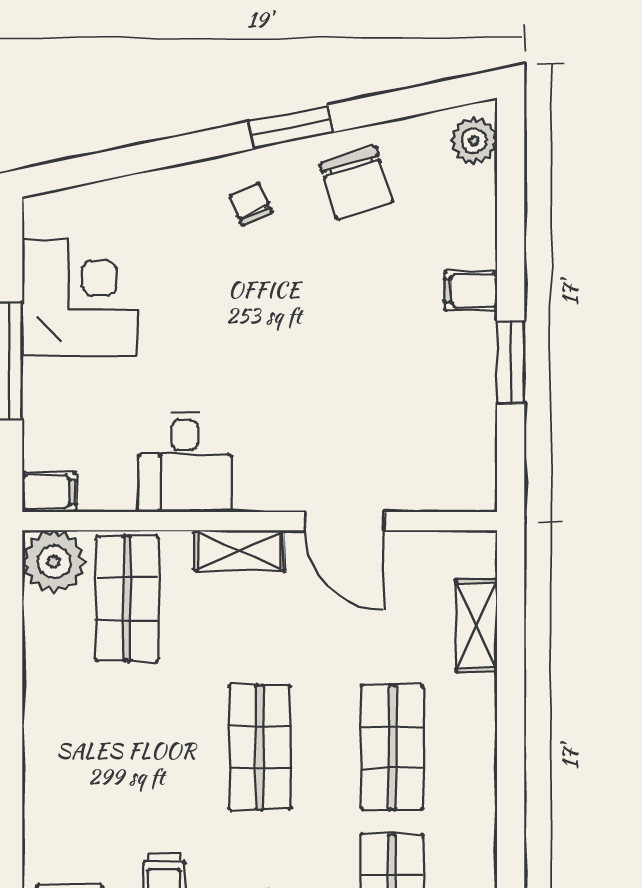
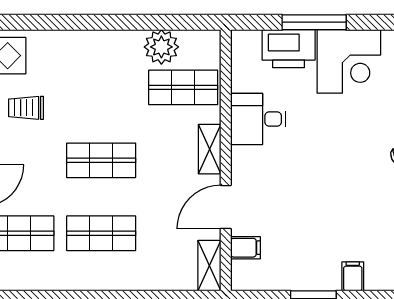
printer: (57, 407) -> (289, 49), added
filing cabinet: (49, 492) -> (245, 248), moved, turned -90
plant: (54, 562) -> (161, 47), moved
shelving: (476, 626) -> (209, 266), moved, turned 90

